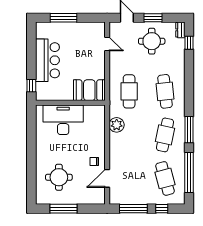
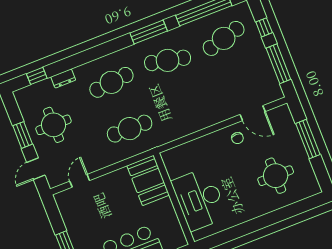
dresser: (180, 30) -> (63, 78), moved
plant: (117, 125) -> (179, 128), removed
window: (63, 209) -> (308, 139), moved

